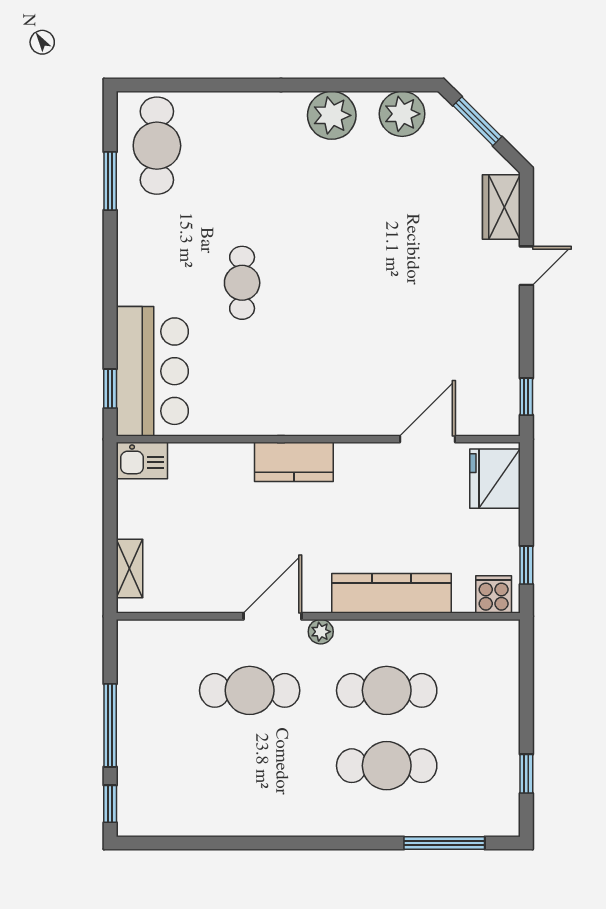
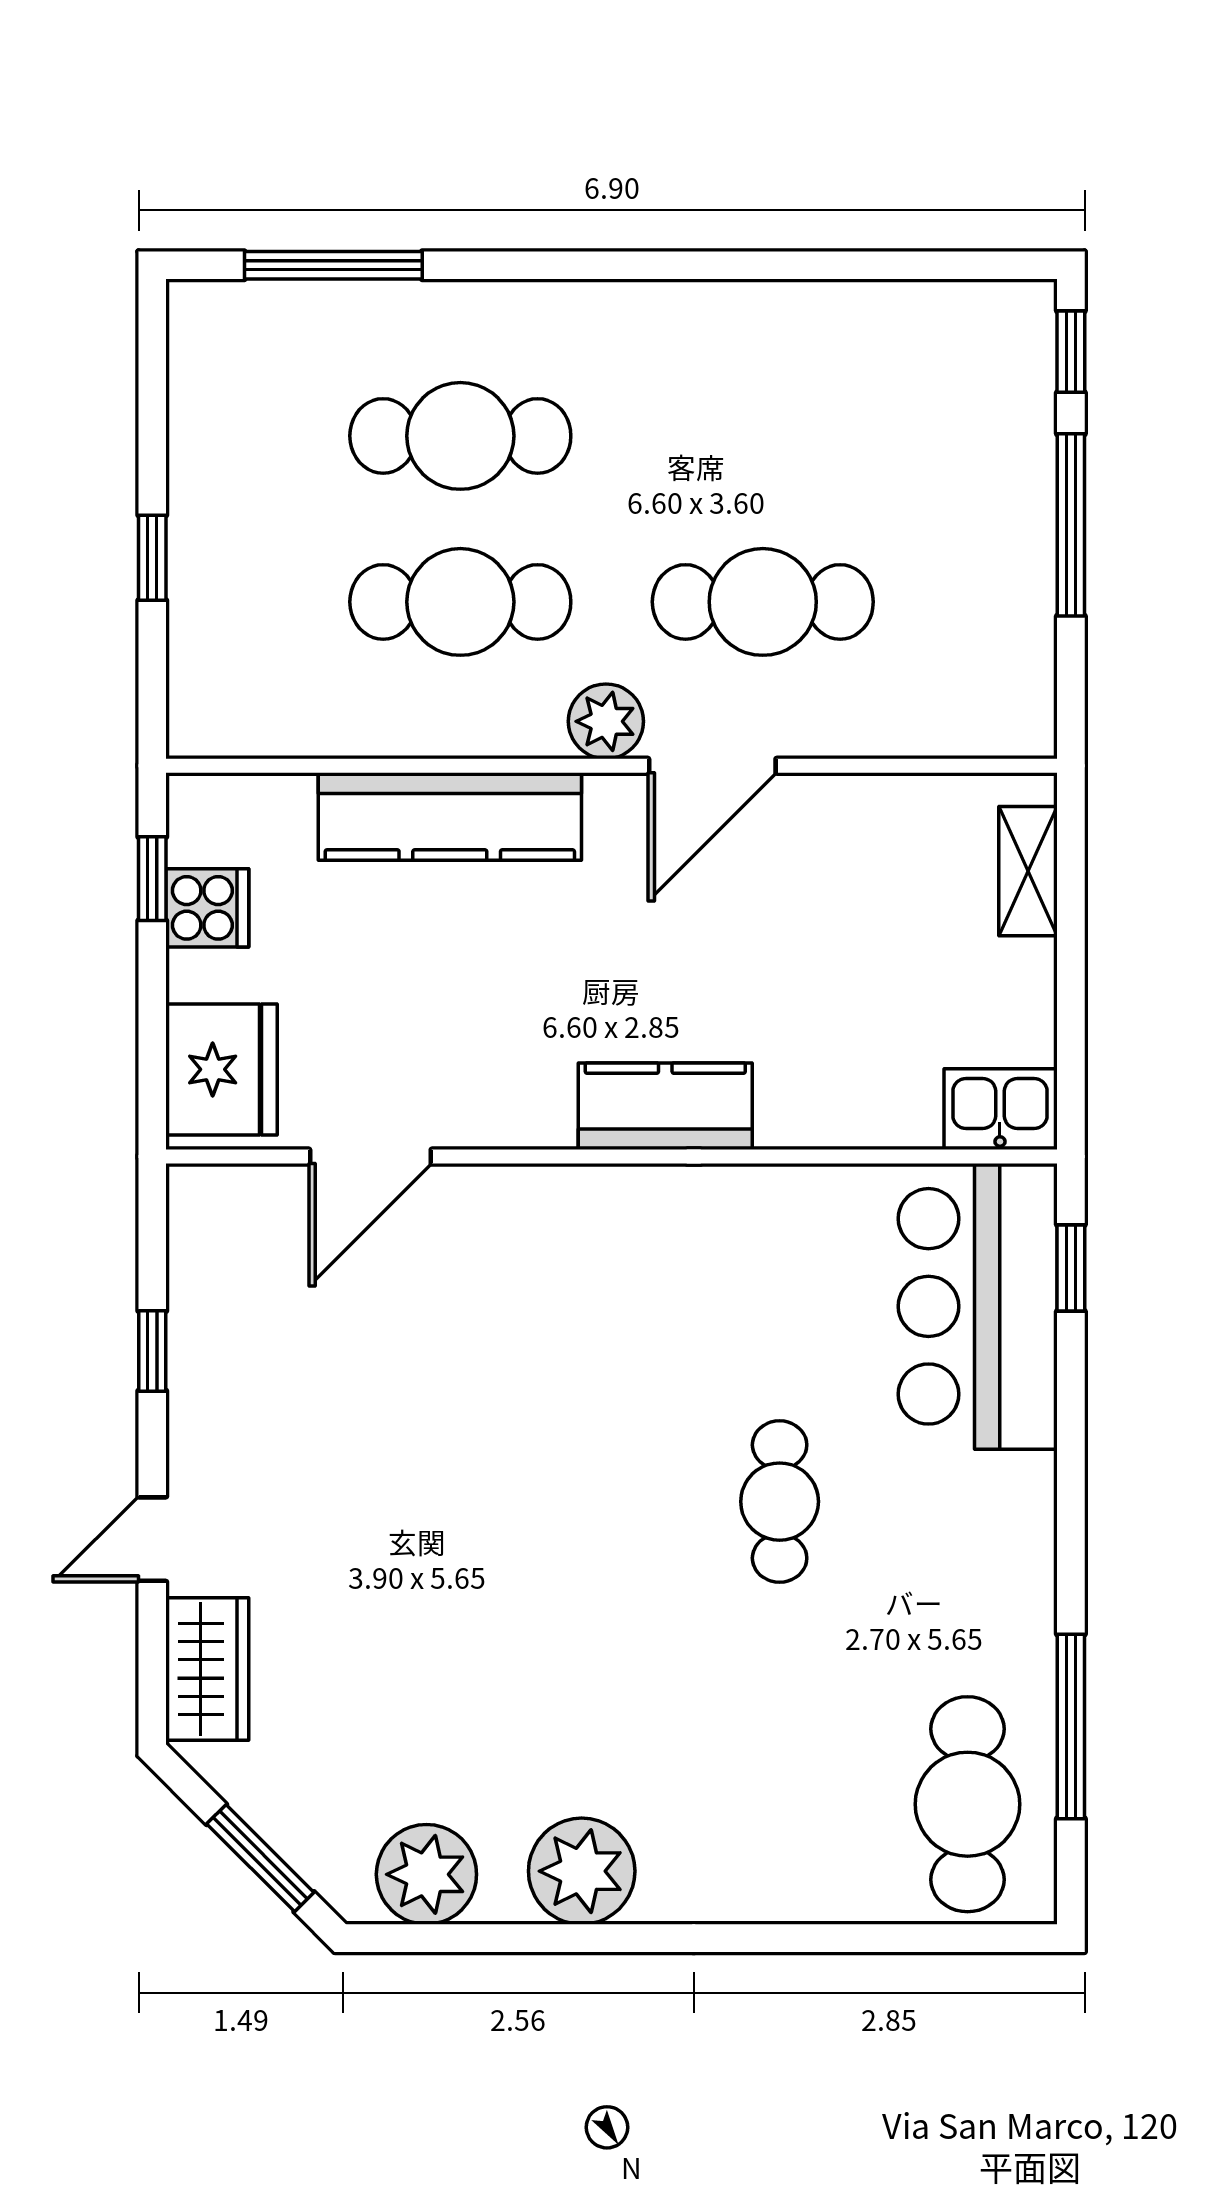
window: (110, 181) -> (1071, 1726), width x1.44
window: (526, 397) -> (152, 1351), moved
cooker: (494, 594) -> (207, 908), moved, turned -90
plant: (321, 632) -> (606, 721), width x1.38, depth x1.38
window: (526, 774) -> (152, 558), moved

